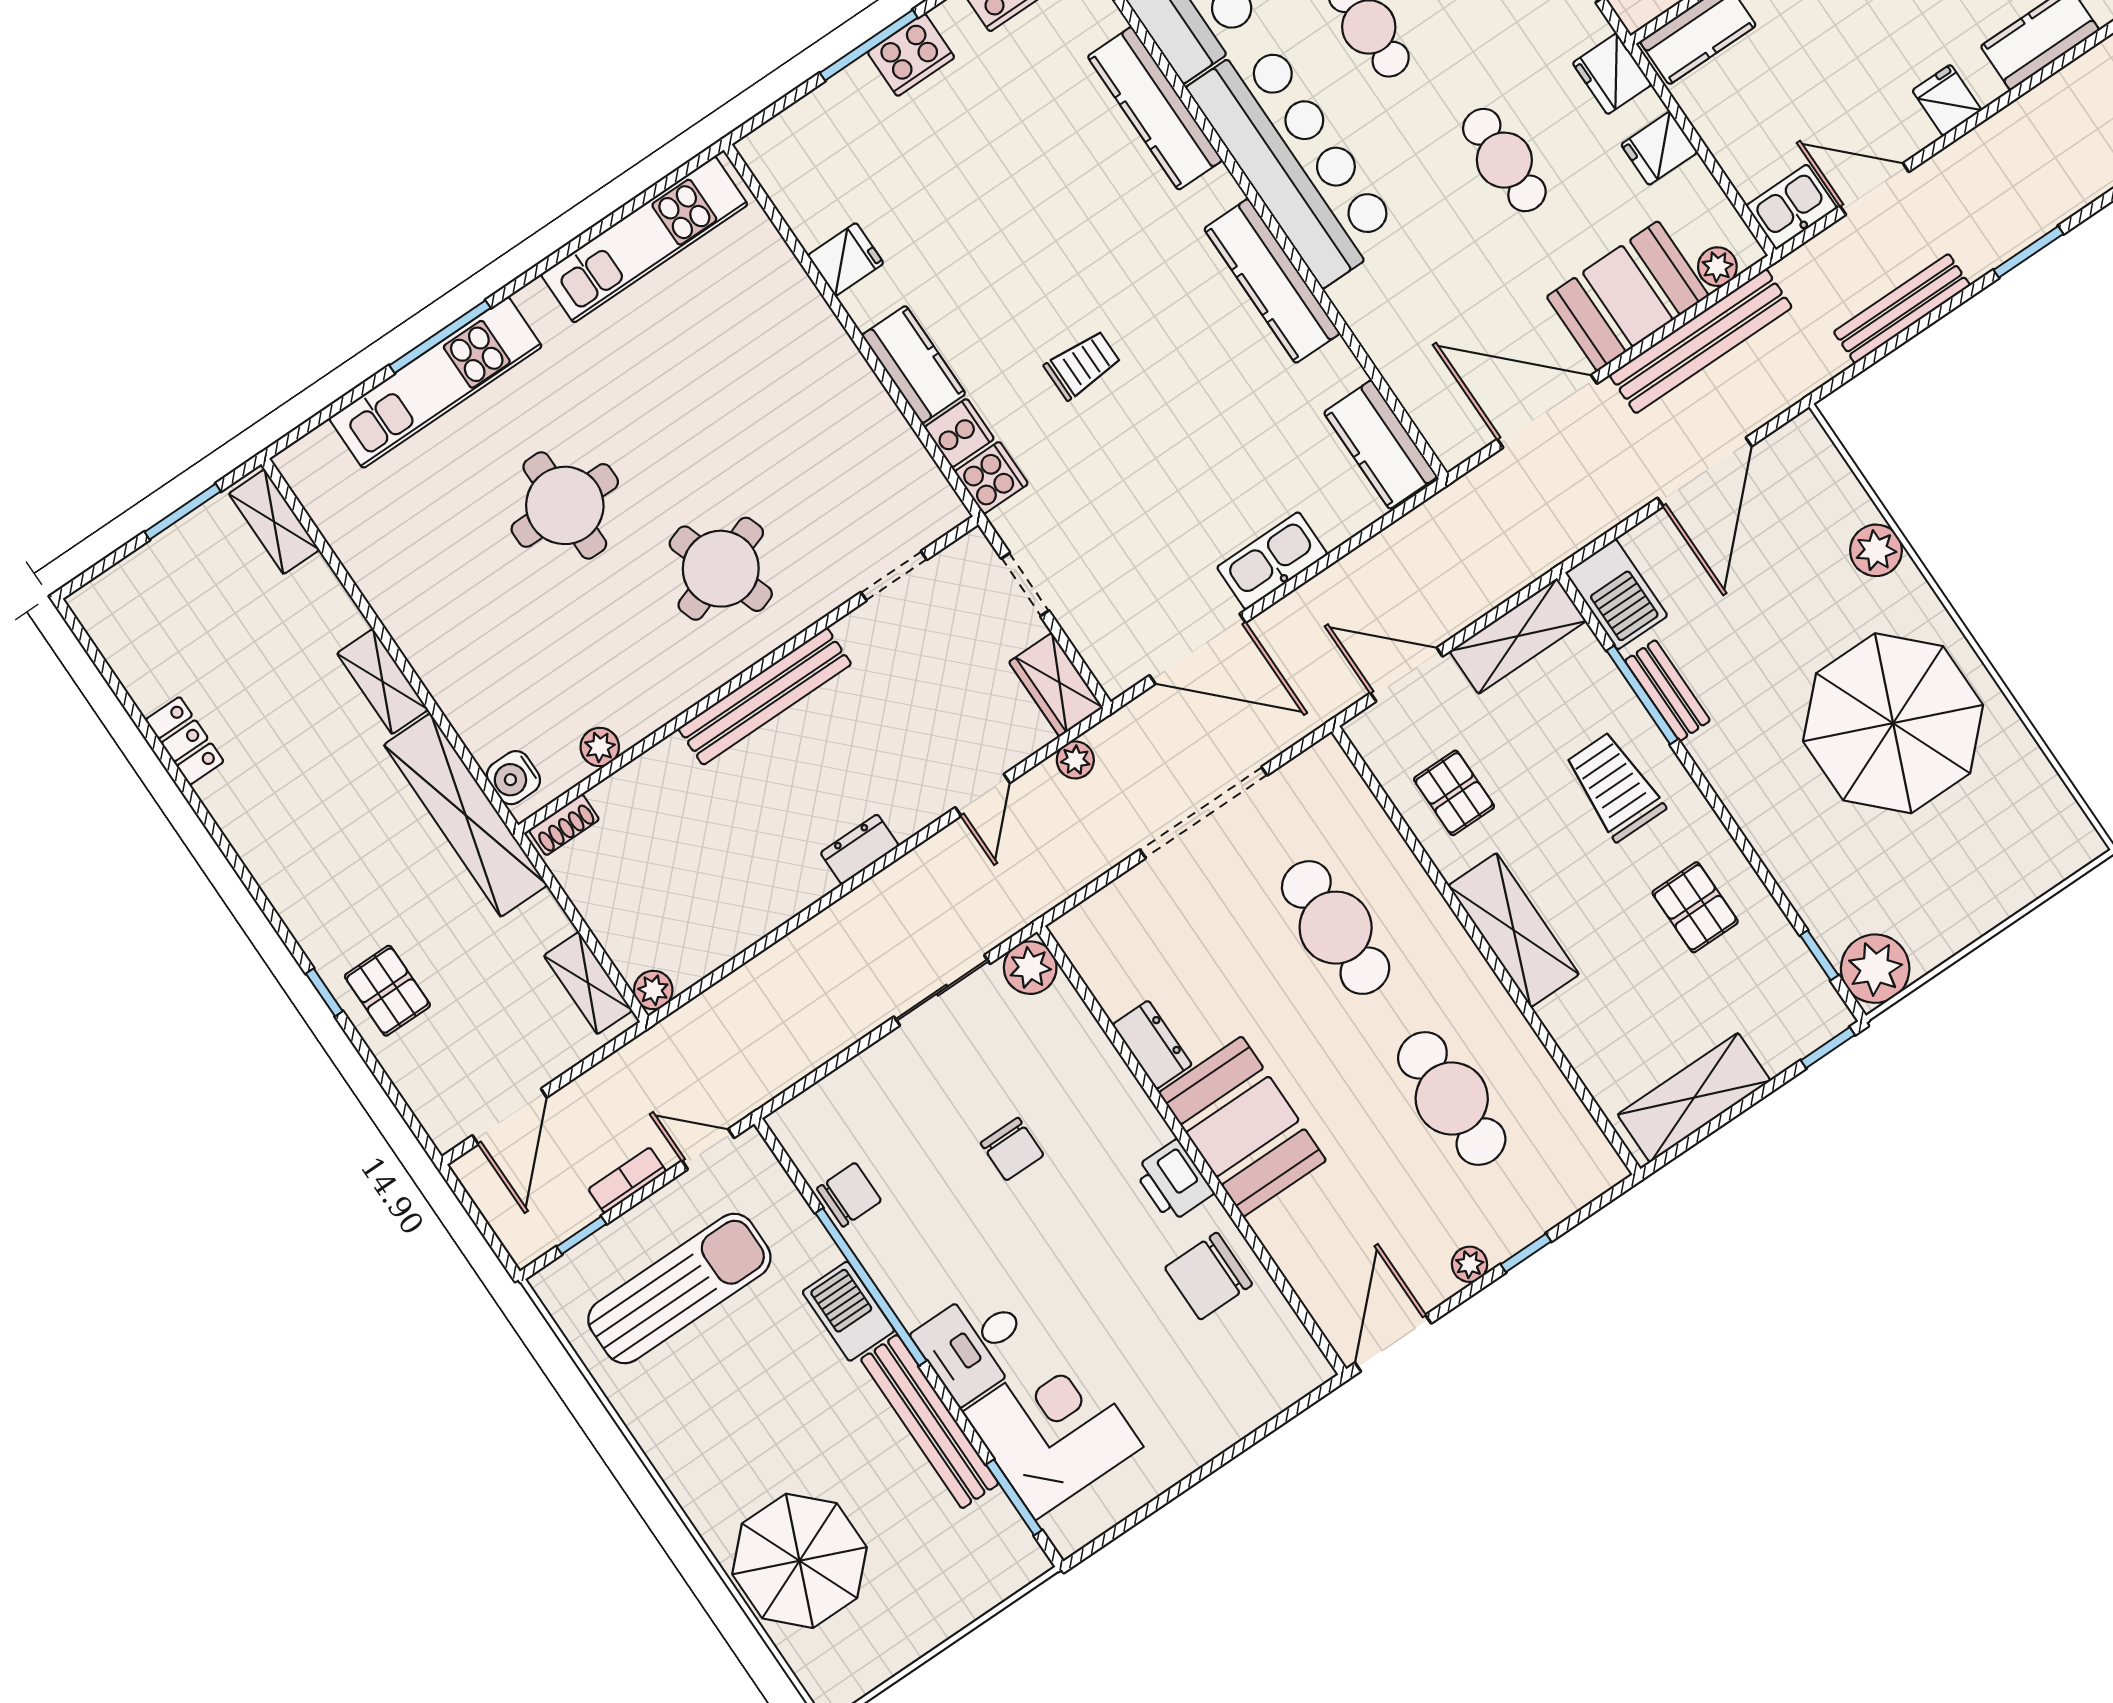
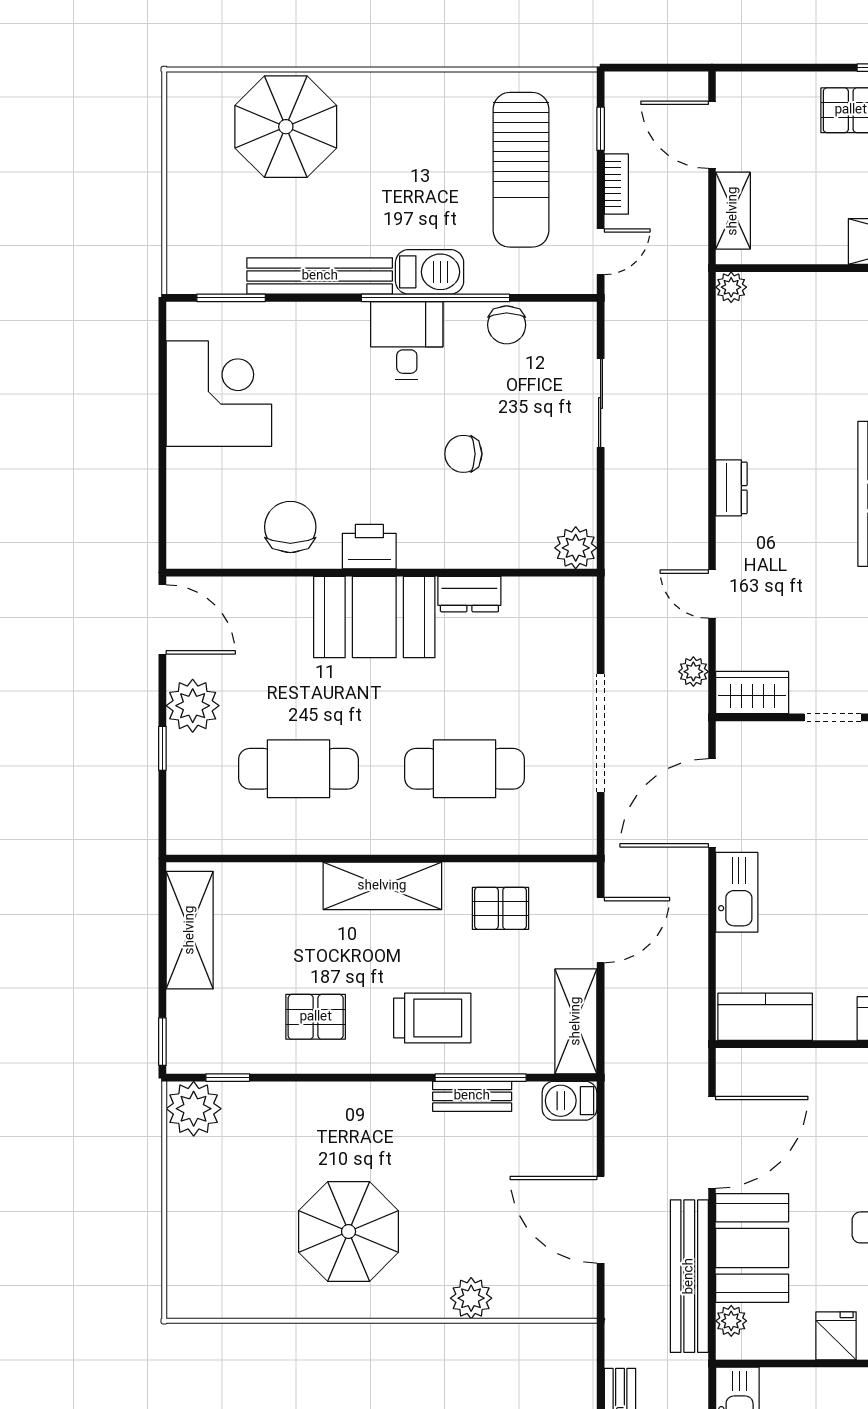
barbecue: (1616, 594) -> (569, 1101), width x0.73, depth x0.79
parasol: (1893, 723) -> (349, 1232), width x0.73, depth x0.73
shelving: (588, 983) -> (733, 211), moved, turned 90
sliding door: (942, 990) -> (601, 403), moved
plant: (1470, 1264) -> (193, 706), width x1.87, depth x1.87
desk: (974, 1344) -> (407, 341), moved
corner desk: (1053, 1429) -> (219, 394), moved, turned -90

